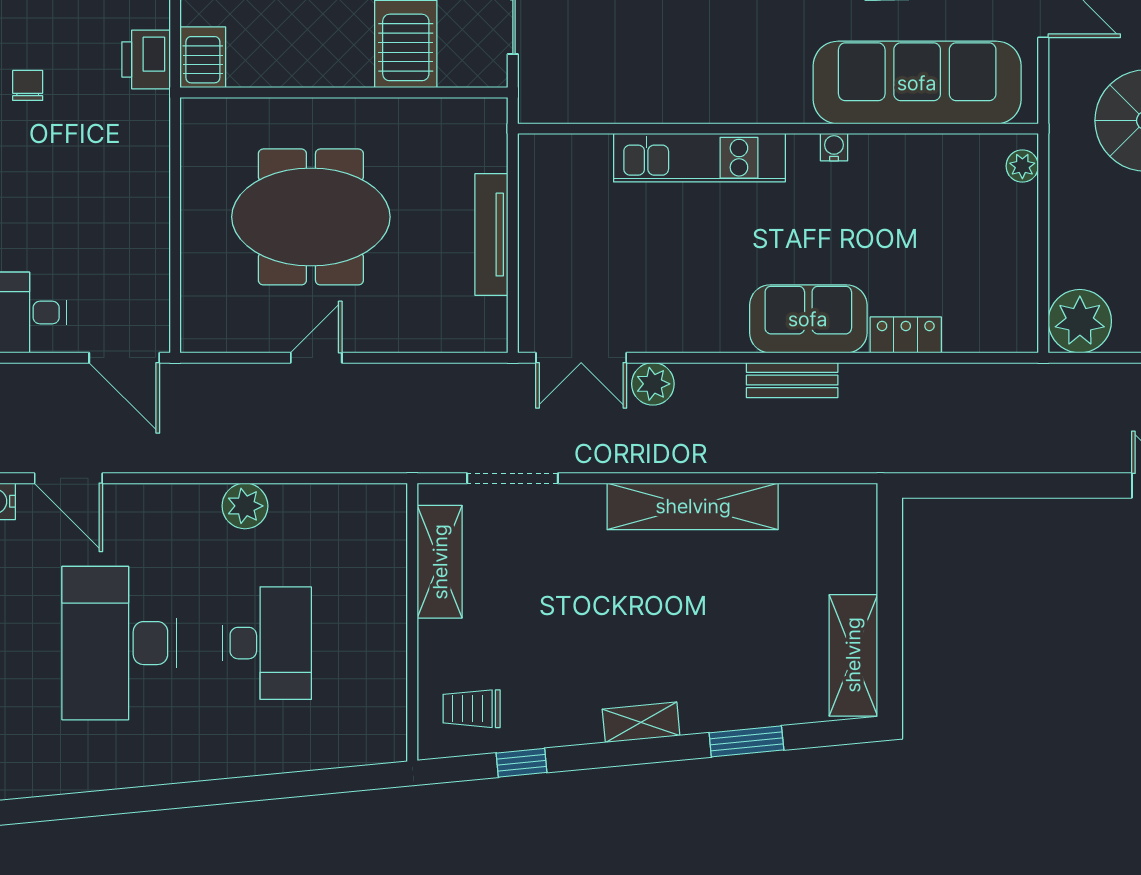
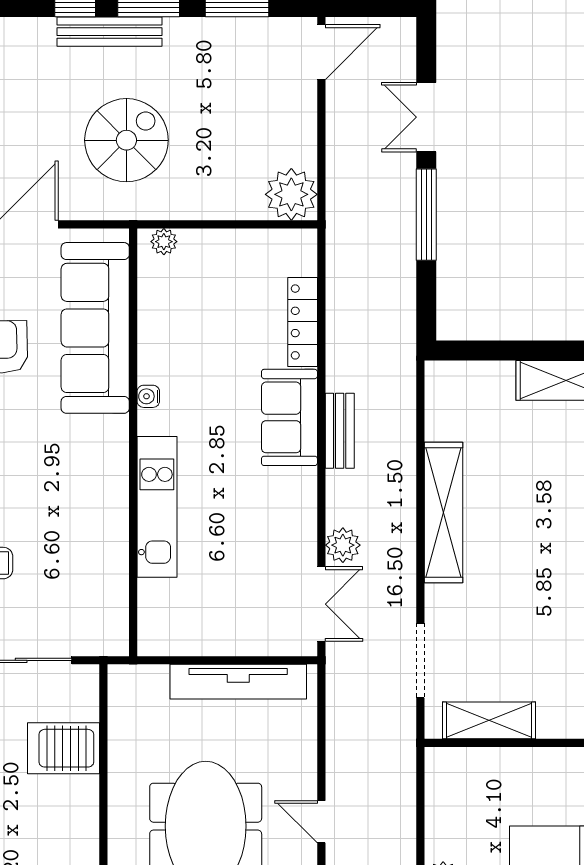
tv unit: (491, 235) -> (238, 682), width x1.36, depth x1.29
locker: (906, 335) -> (303, 322), width x1.53
window: (1055, 486) -> (426, 215), added

